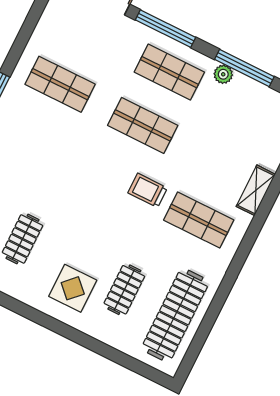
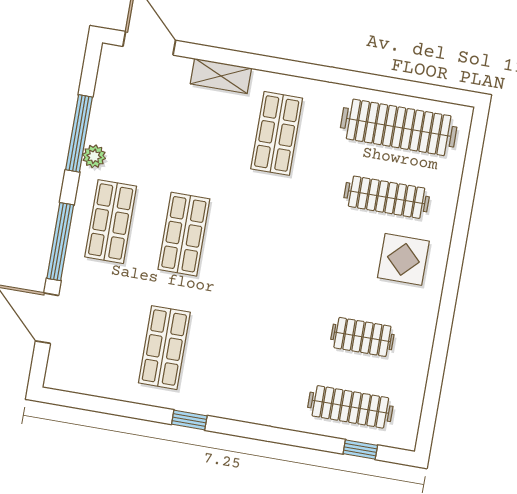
trolley: (148, 190) -> (260, 205), removed
clothes rail: (124, 290) -> (387, 197), width x1.36

